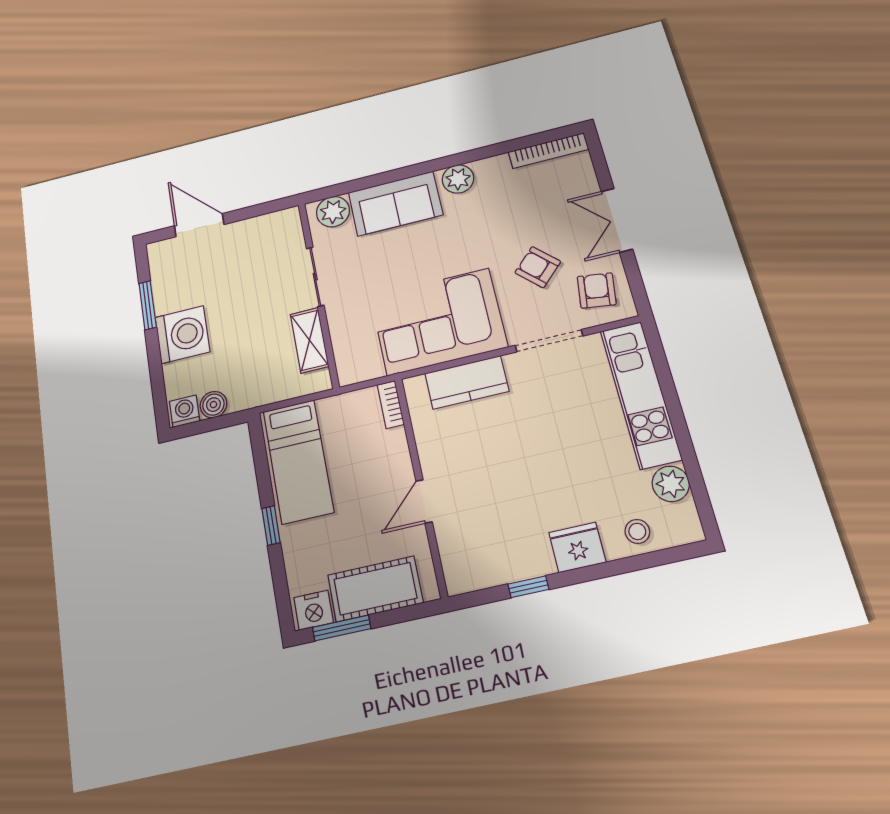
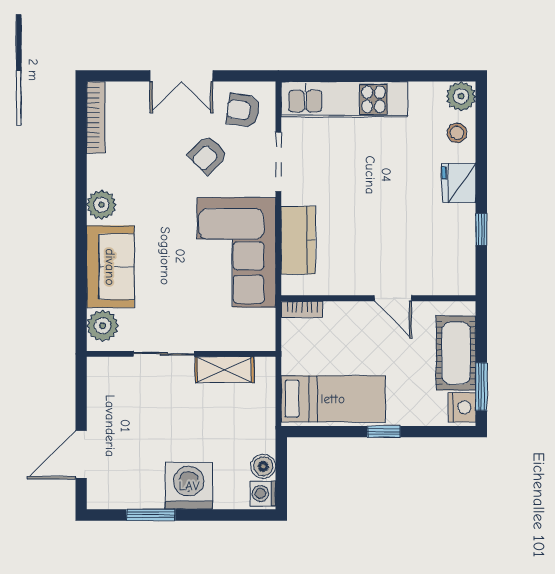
plant: (671, 484) -> (461, 96), moved

